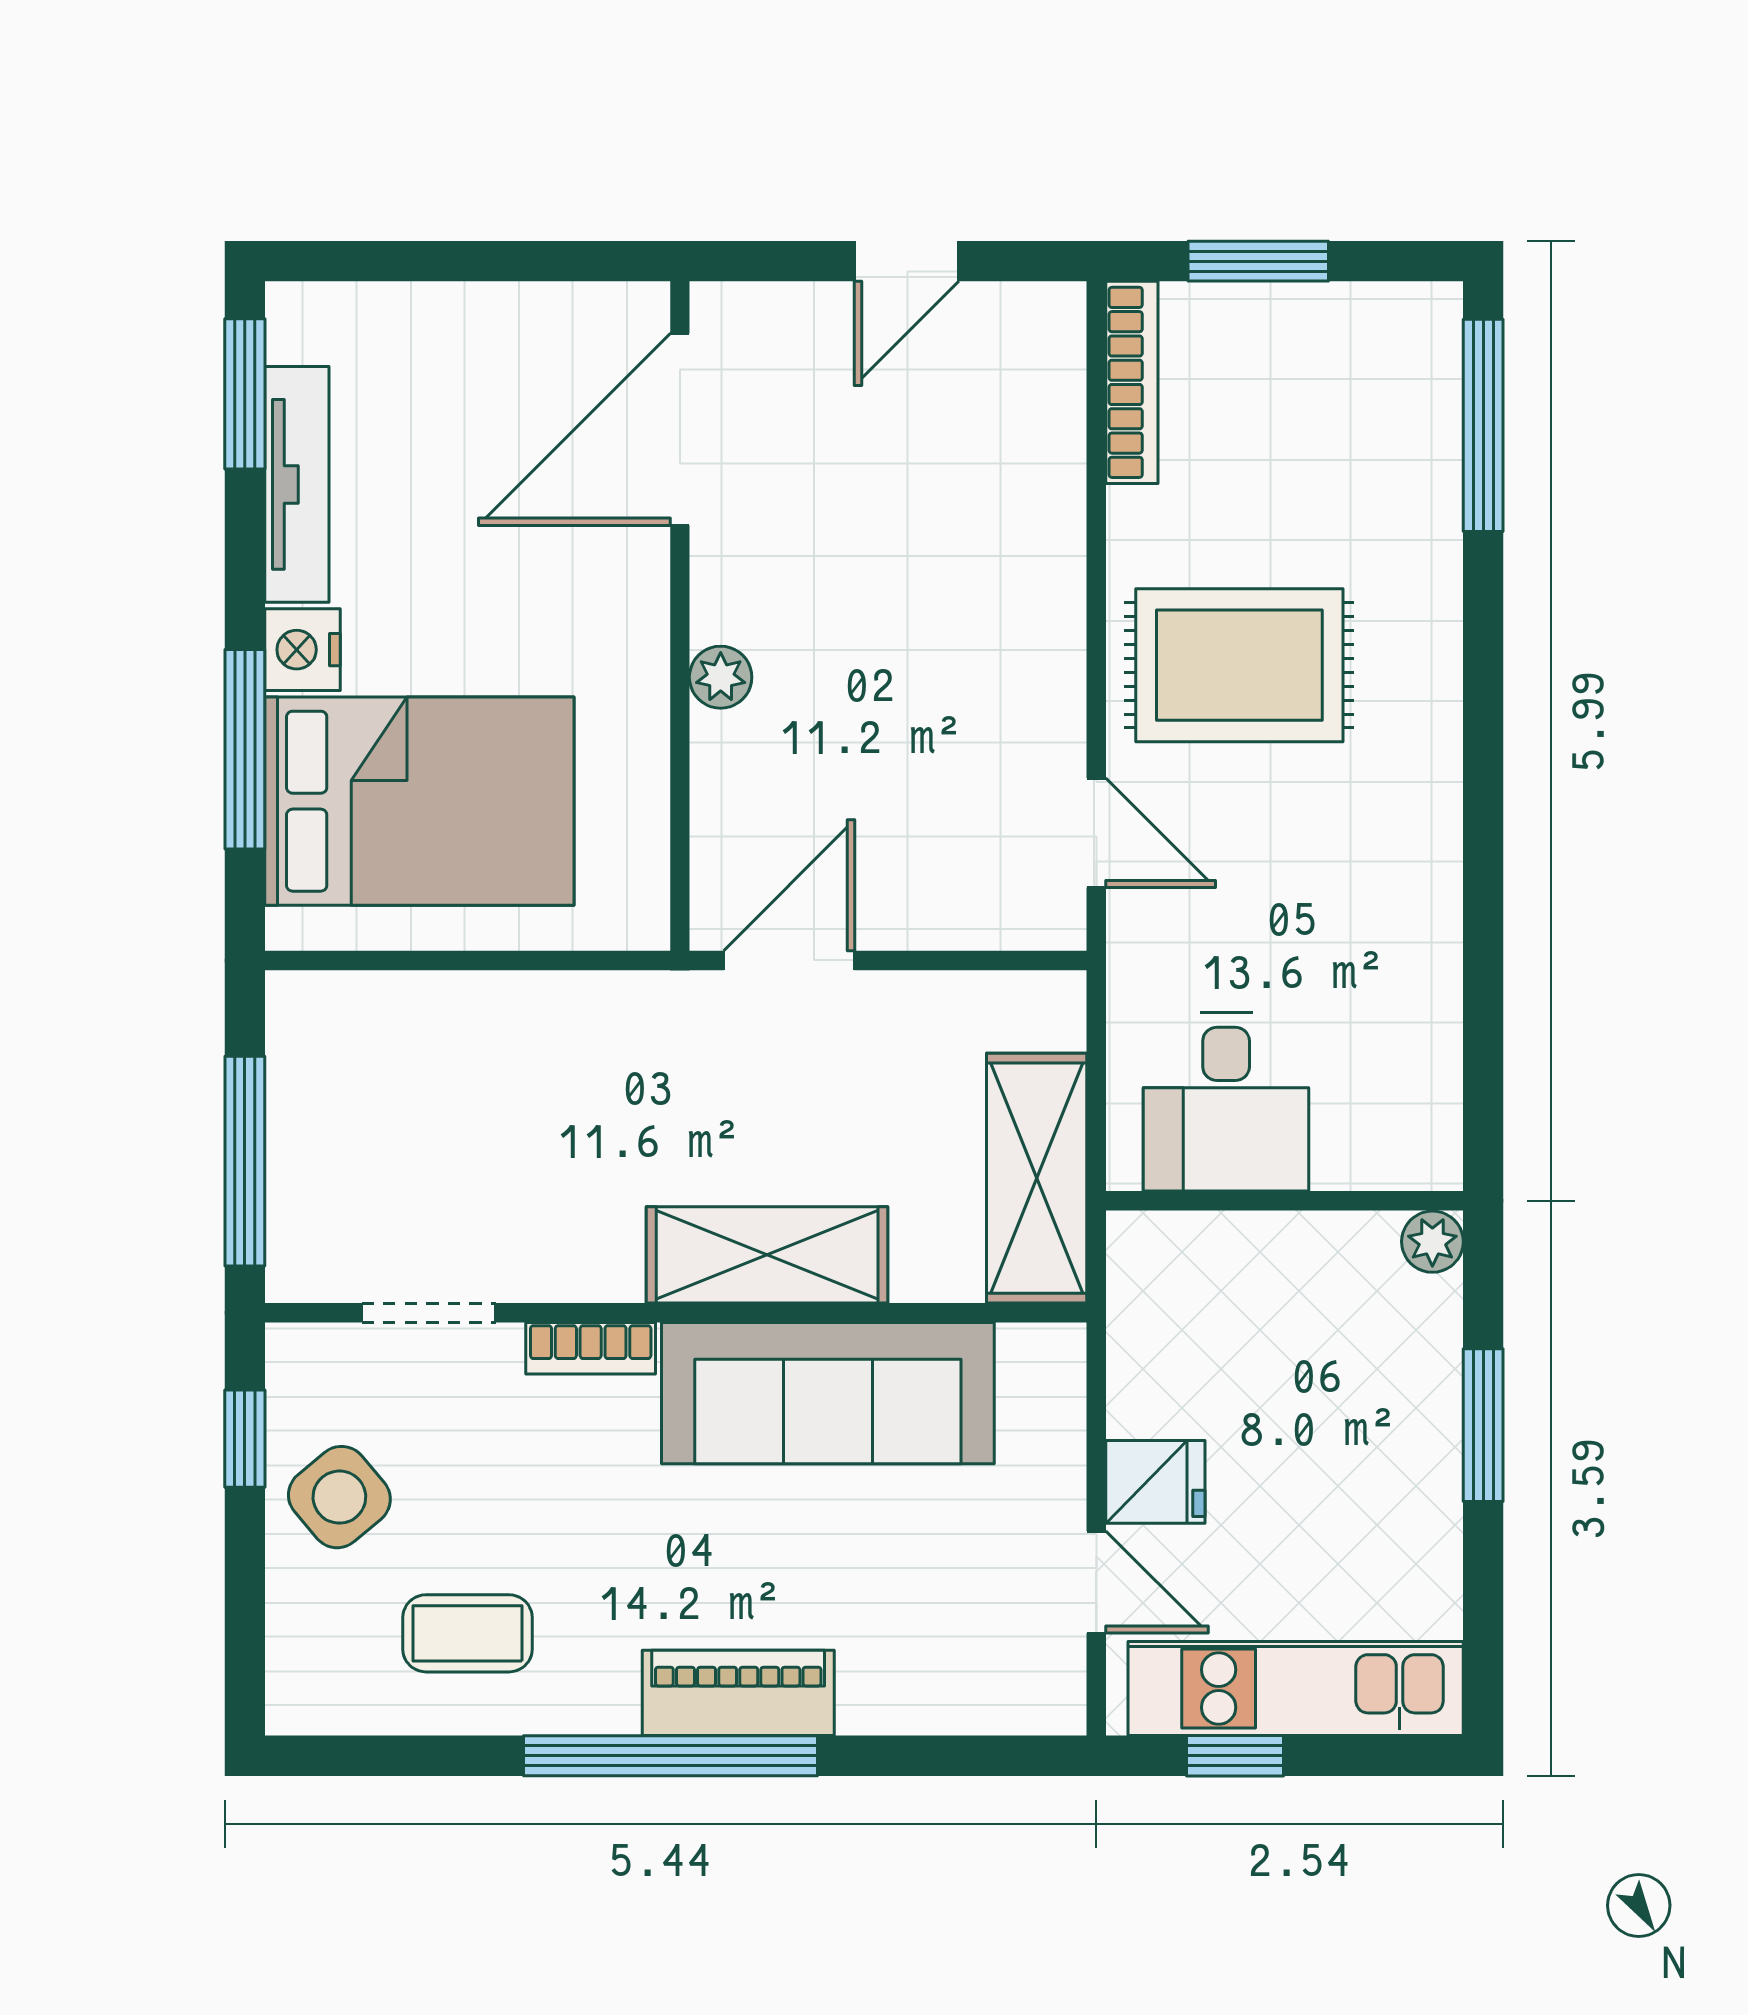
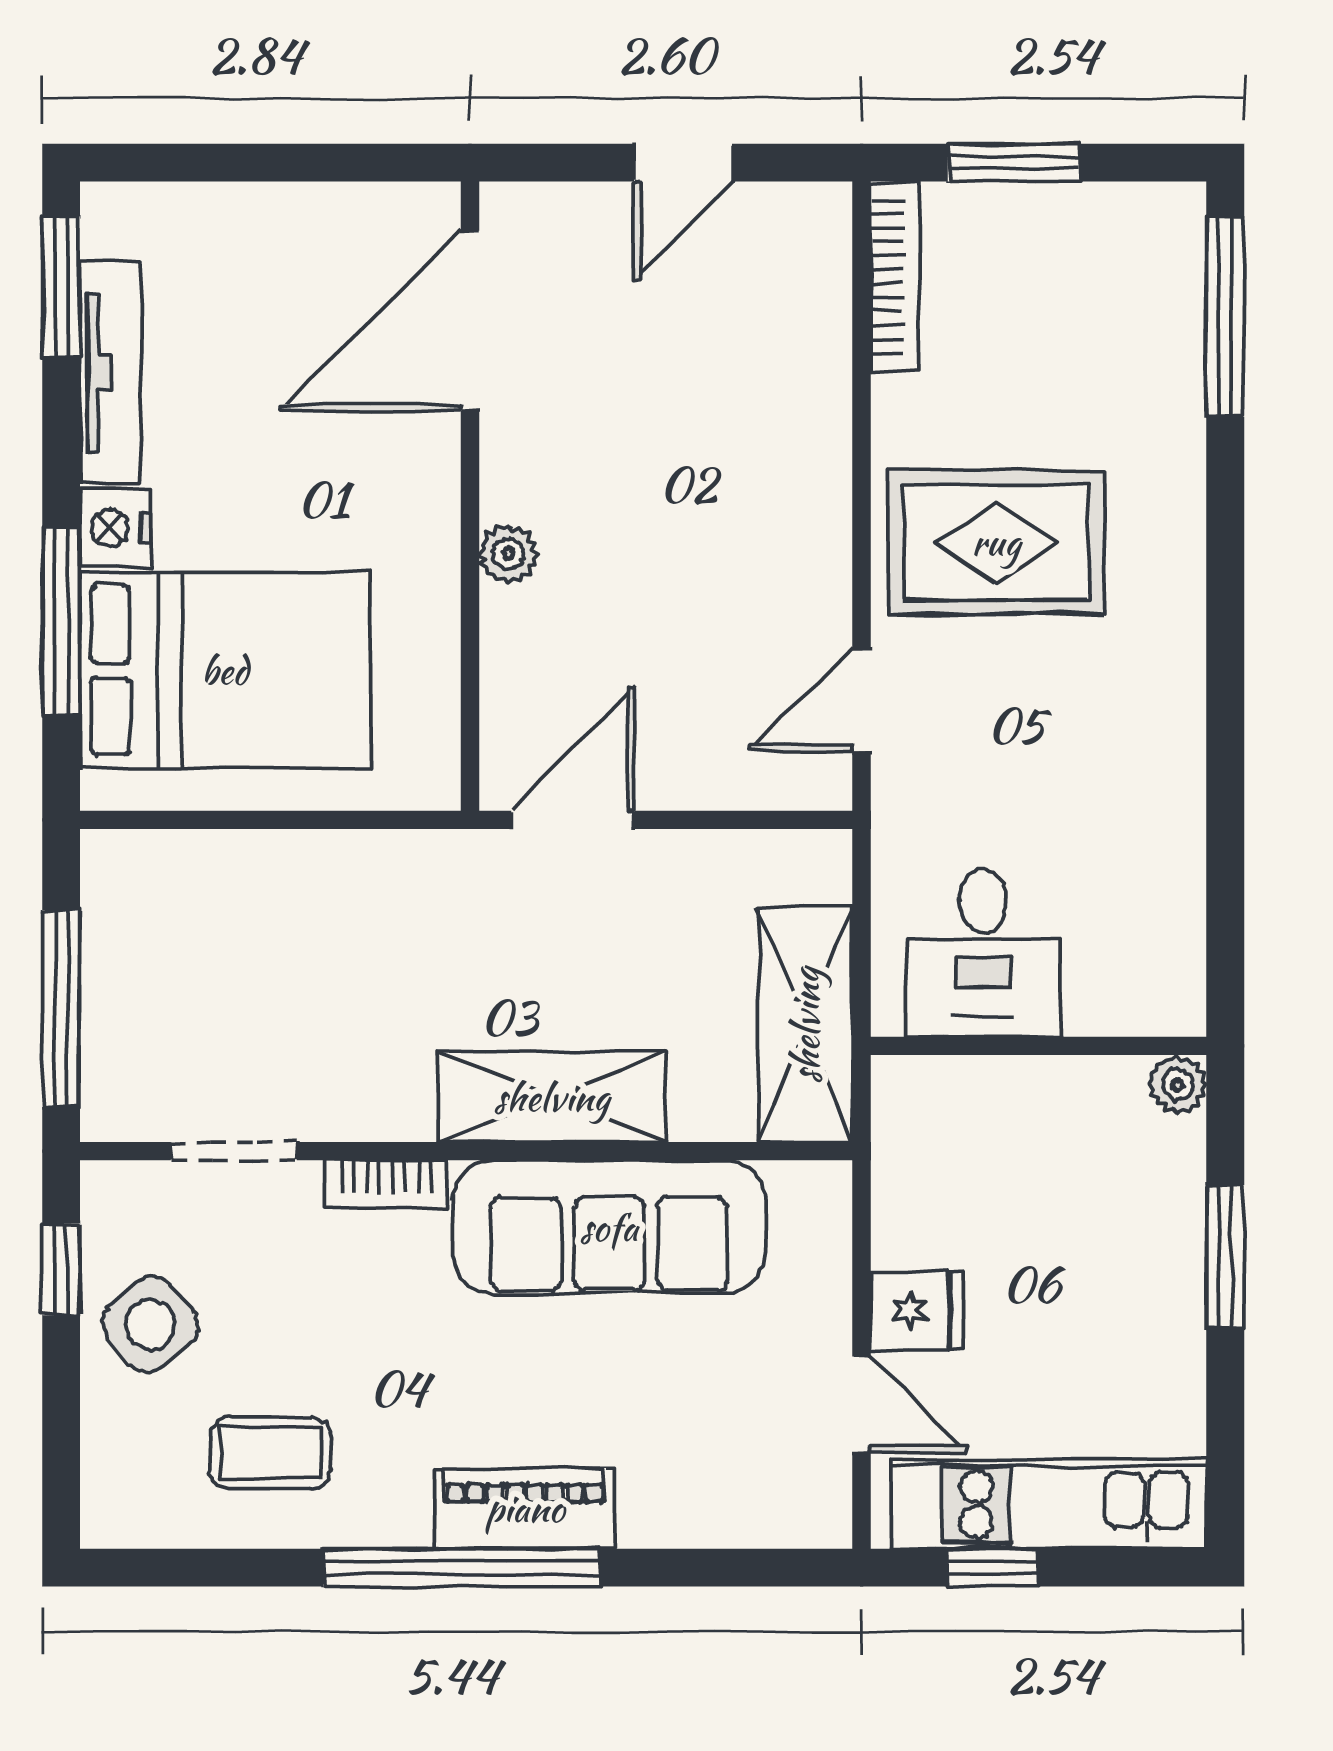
door: (1096, 833) -> (862, 700), swing flipped

